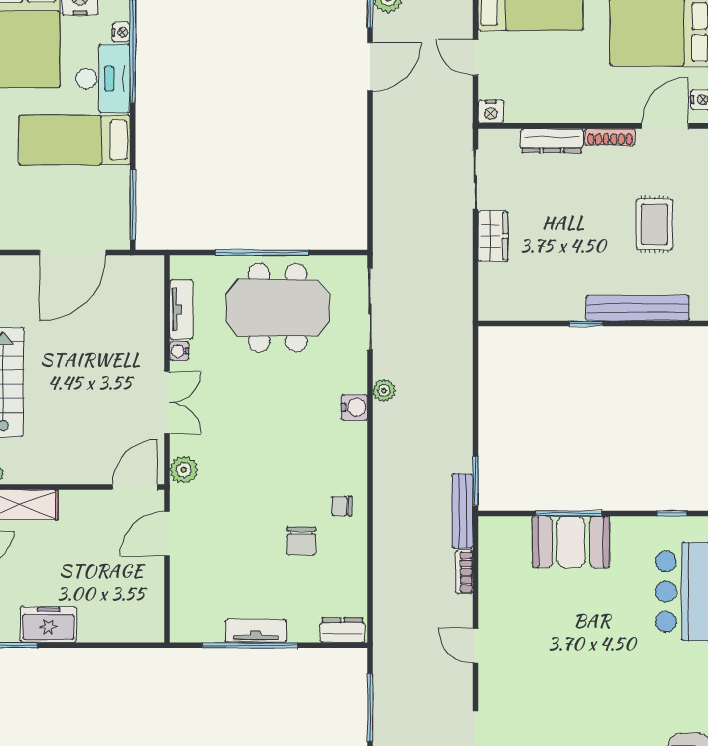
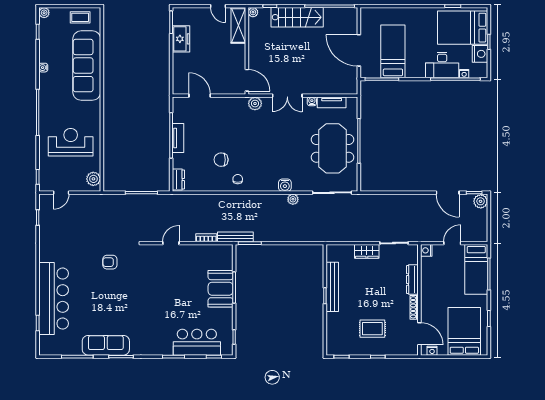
bed: (75, 140) -> (393, 51), moved
bench: (638, 308) -> (332, 287), moved
door: (167, 534) -> (200, 96), moved

